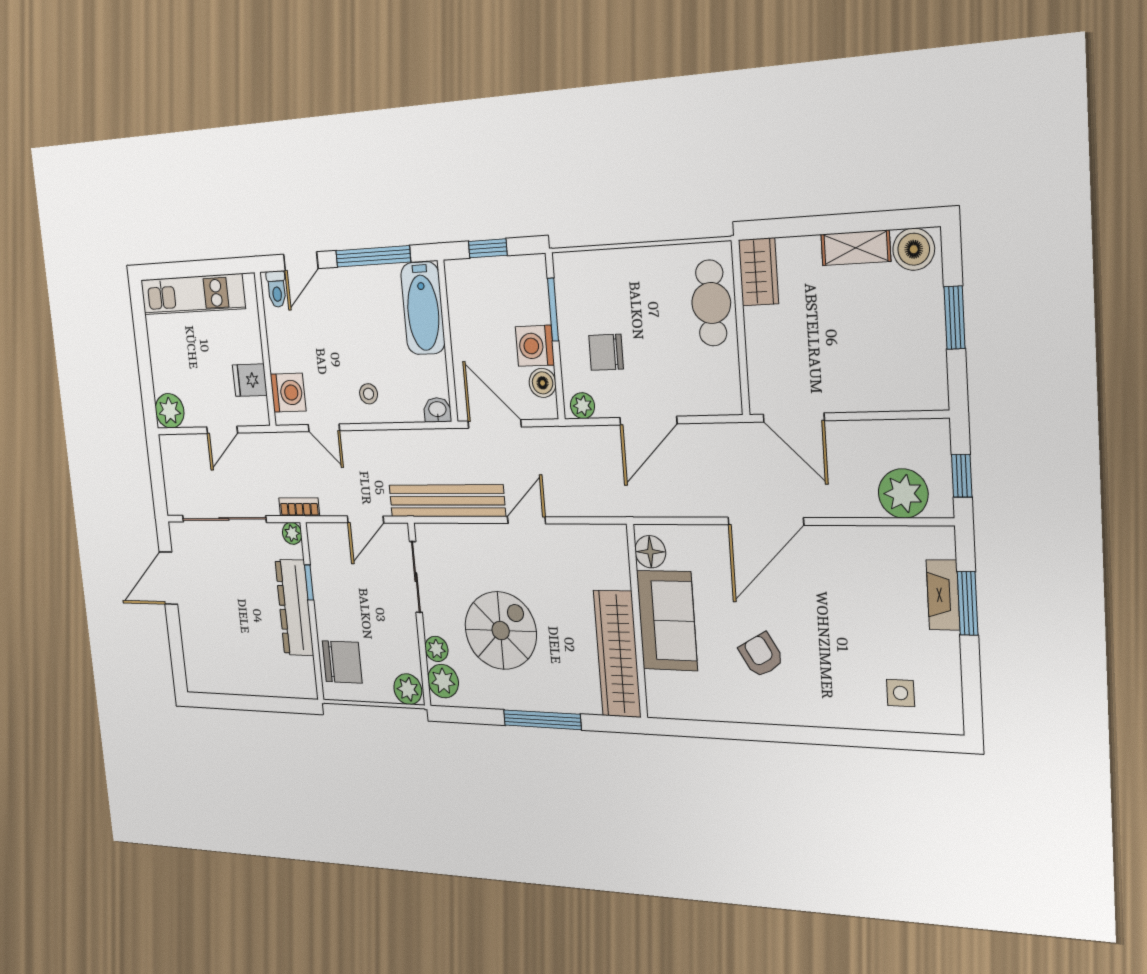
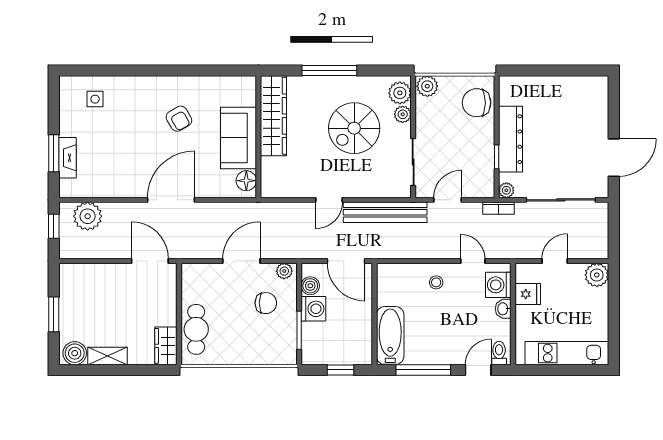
washbasin: (437, 410) -> (503, 309), moved, turned 90

